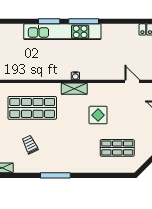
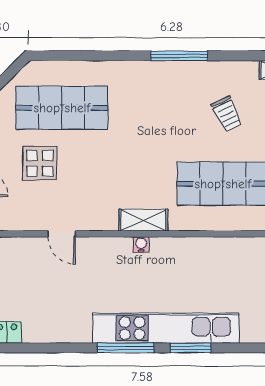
door: (132, 81) -> (62, 234), moved
display table: (98, 115) -> (40, 163), moved
shop shelf: (117, 148) -> (62, 108), width x1.43, depth x1.36

